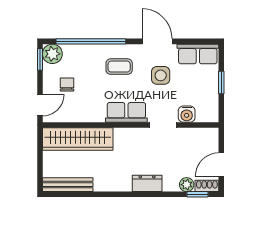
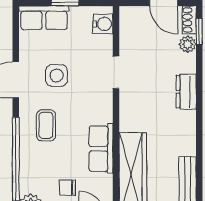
row of seats: (198, 54) -> (44, 18), moved, turned 90
row of seats: (126, 112) -> (101, 149), moved
water cooler: (187, 114) -> (103, 24), moved

